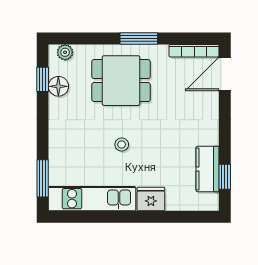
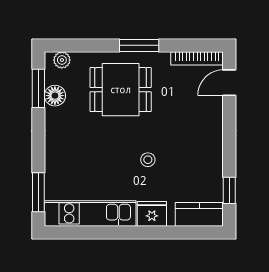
door: (225, 74) -> (229, 83), width x0.73
window: (43, 79) -> (38, 88), width x1.50
stool: (122, 145) -> (148, 160), moved
kitchen counter: (208, 169) -> (199, 214), moved, turned 90

